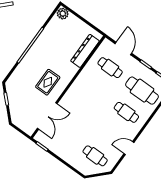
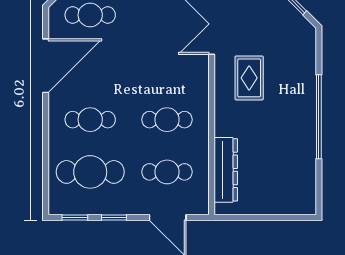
plant: (63, 14) -> (304, 204), removed
cafe table: (94, 89) -> (167, 120), added
door: (129, 148) -> (46, 66), width x1.88

